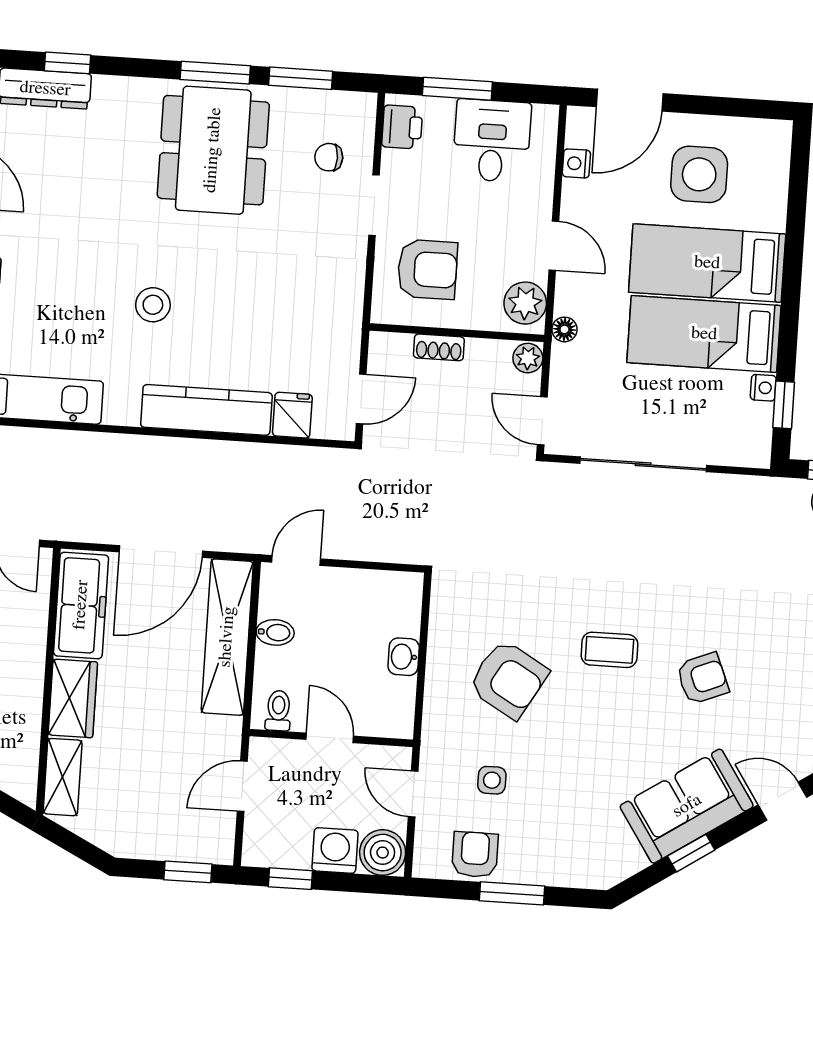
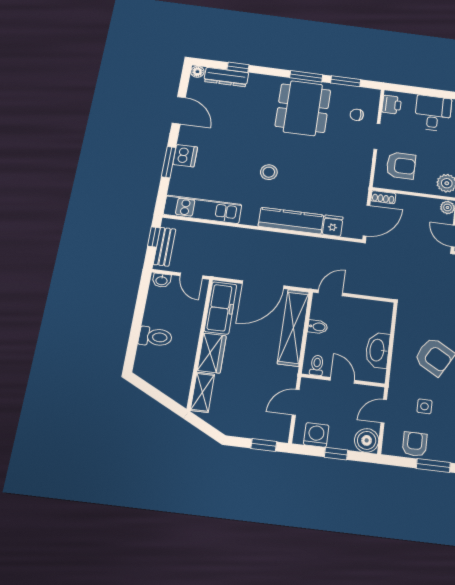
window: (457, 89) -> (418, 91), removed
shoe rack: (439, 347) -> (383, 197), moved
door: (361, 399) -> (367, 221), width x1.38
washbasin: (404, 657) -> (378, 350), width x1.91, depth x1.45
door: (413, 794) -> (384, 411), hinge flipped
washing machine: (335, 850) -> (316, 435), moved
window: (290, 879) -> (336, 454), moved

